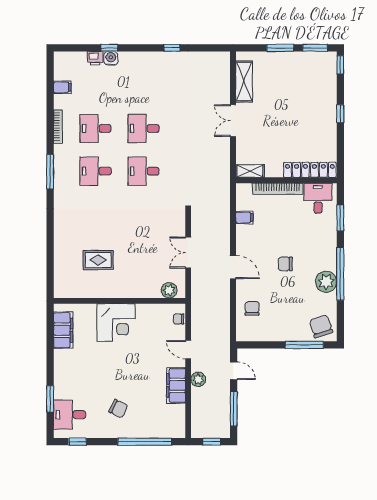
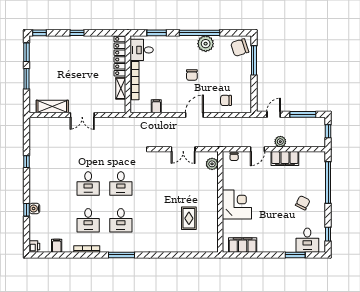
printer: (95, 58) -> (34, 246), moved
shelving: (250, 171) -> (121, 88), moved

